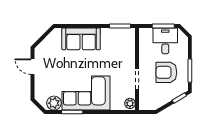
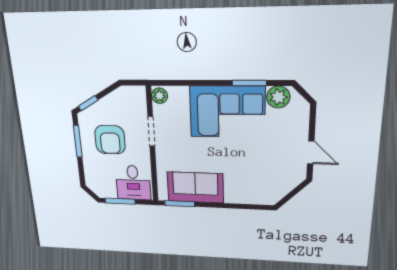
sofa: (81, 39) -> (195, 187), moved
desk: (165, 41) -> (133, 183), moved
armchair: (166, 72) -> (110, 140), turned 90

